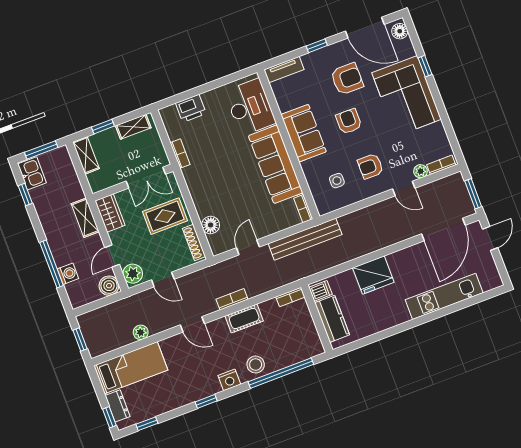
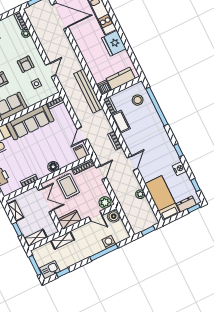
door: (404, 188) -> (51, 70), moved
shelving: (85, 218) -> (62, 240), moved
floor lamp: (211, 225) -> (53, 167), moved
bench: (305, 239) -> (88, 91), moved
filing cabinet: (218, 241) -> (80, 152), added
door: (248, 247) -> (82, 134), hinge flipped
fridge: (373, 275) -> (114, 43), moved, turned 180
door: (163, 280) -> (101, 173), moved
cot: (244, 318) -> (121, 122), moved
stool: (256, 365) -> (138, 100), moved
nightstand: (229, 380) -> (179, 169), moved

